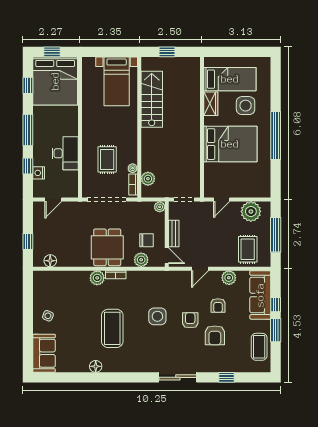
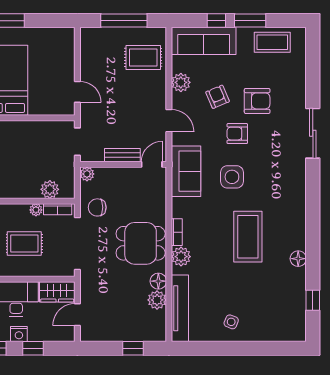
nightstand: (39, 173) -> (19, 334), moved
wardrobe: (70, 184) -> (57, 292), added
door: (53, 200) -> (77, 315), swing flipped
plant: (251, 211) -> (93, 53), removed
chair: (146, 240) -> (97, 207), moved, turned -90
plant: (141, 260) -> (157, 300), moved
floor lamp: (50, 261) -> (158, 281), moved
tv unit: (58, 277) -> (180, 308), added
armchair: (218, 305) -> (218, 97), turned -113
coffee table: (112, 328) -> (248, 237), turned 90
sofa: (44, 353) -> (186, 171), moved, turned 90
sliding door: (178, 377) -> (313, 133), moved
window: (226, 377) -> (313, 300), moved

